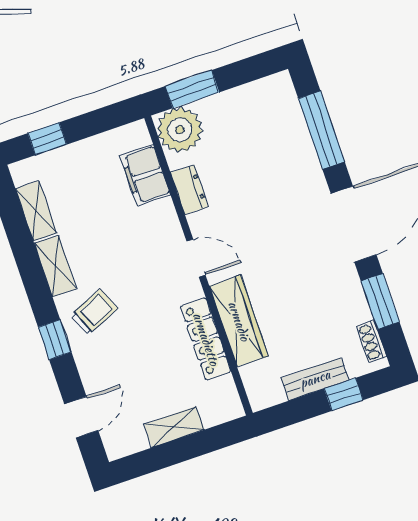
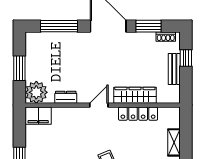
window: (192, 89) -> (19, 68), moved
filing cabinet: (145, 175) -> (38, 116), moved

